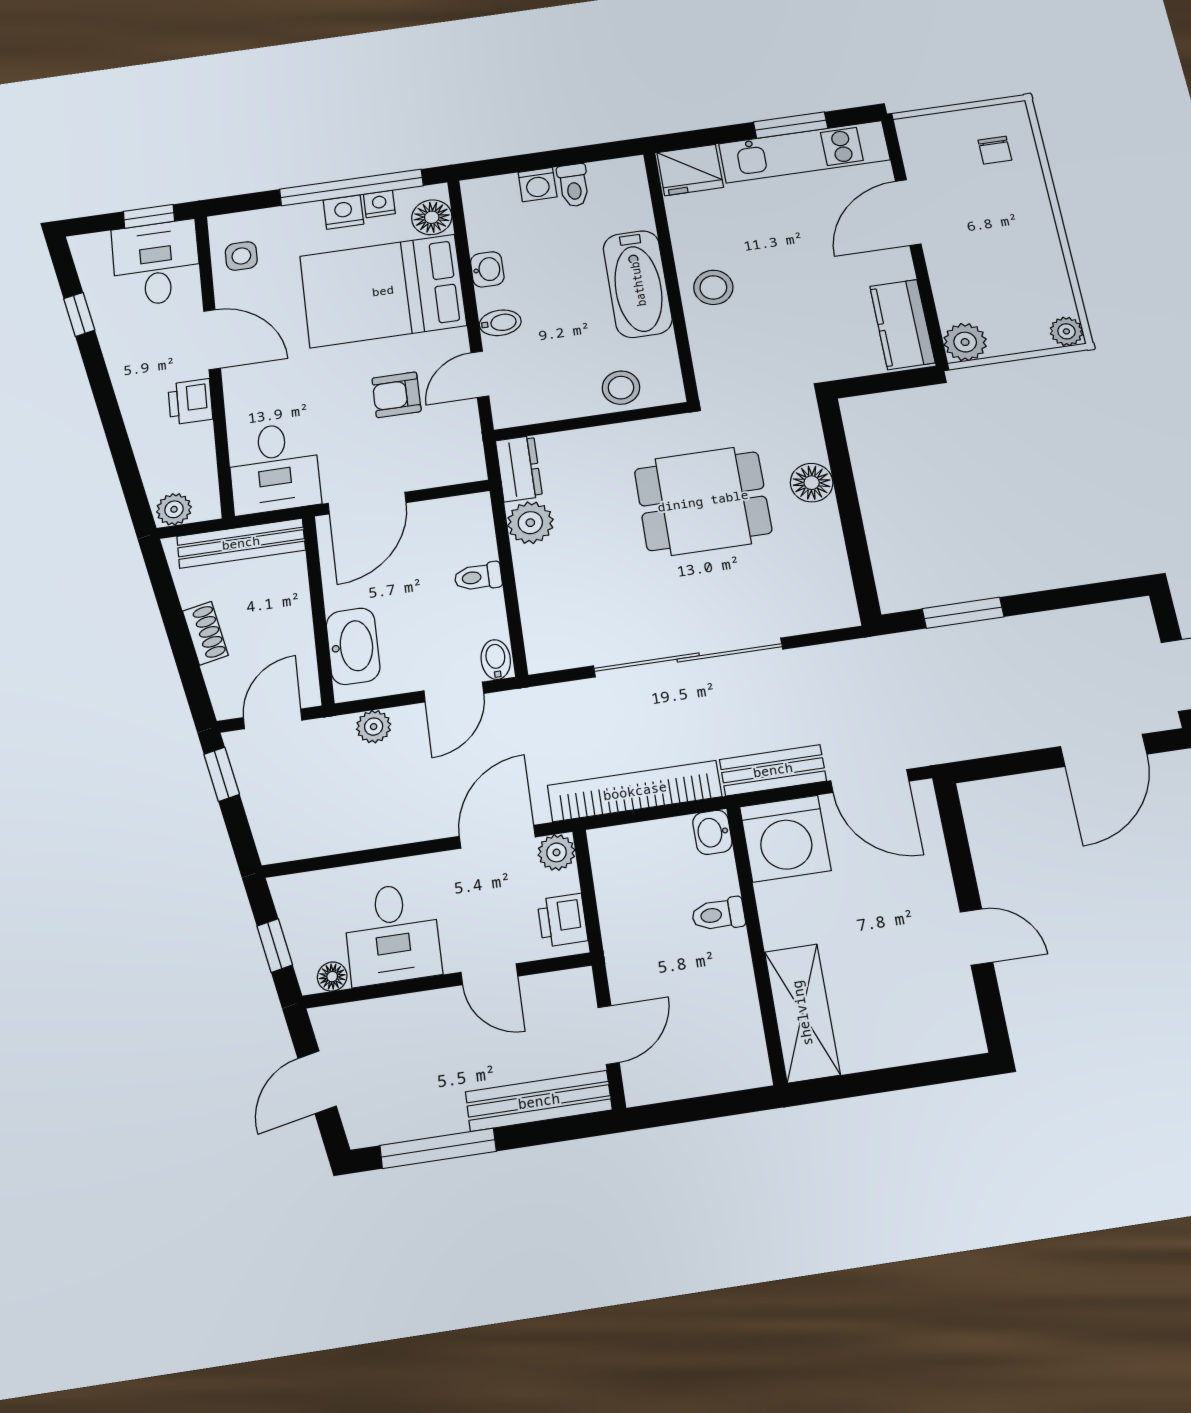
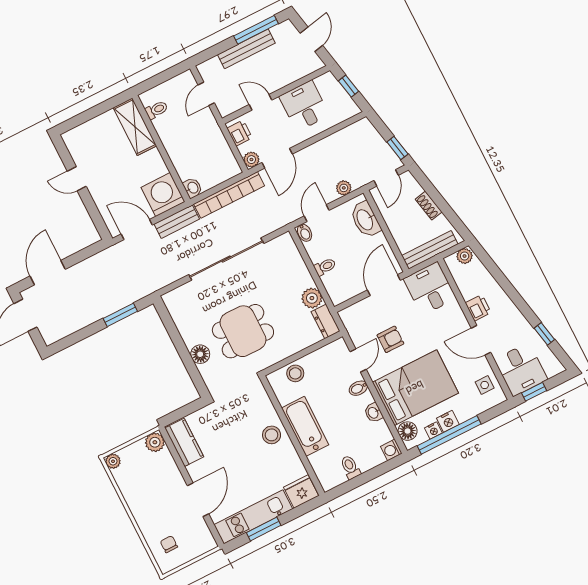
washing machine: (538, 185) -> (391, 450), moved, turned -90
toilet: (718, 914) -> (156, 110), moved
floor lamp: (332, 977) -> (321, 81), removed
bench: (539, 1101) -> (246, 49), moved

